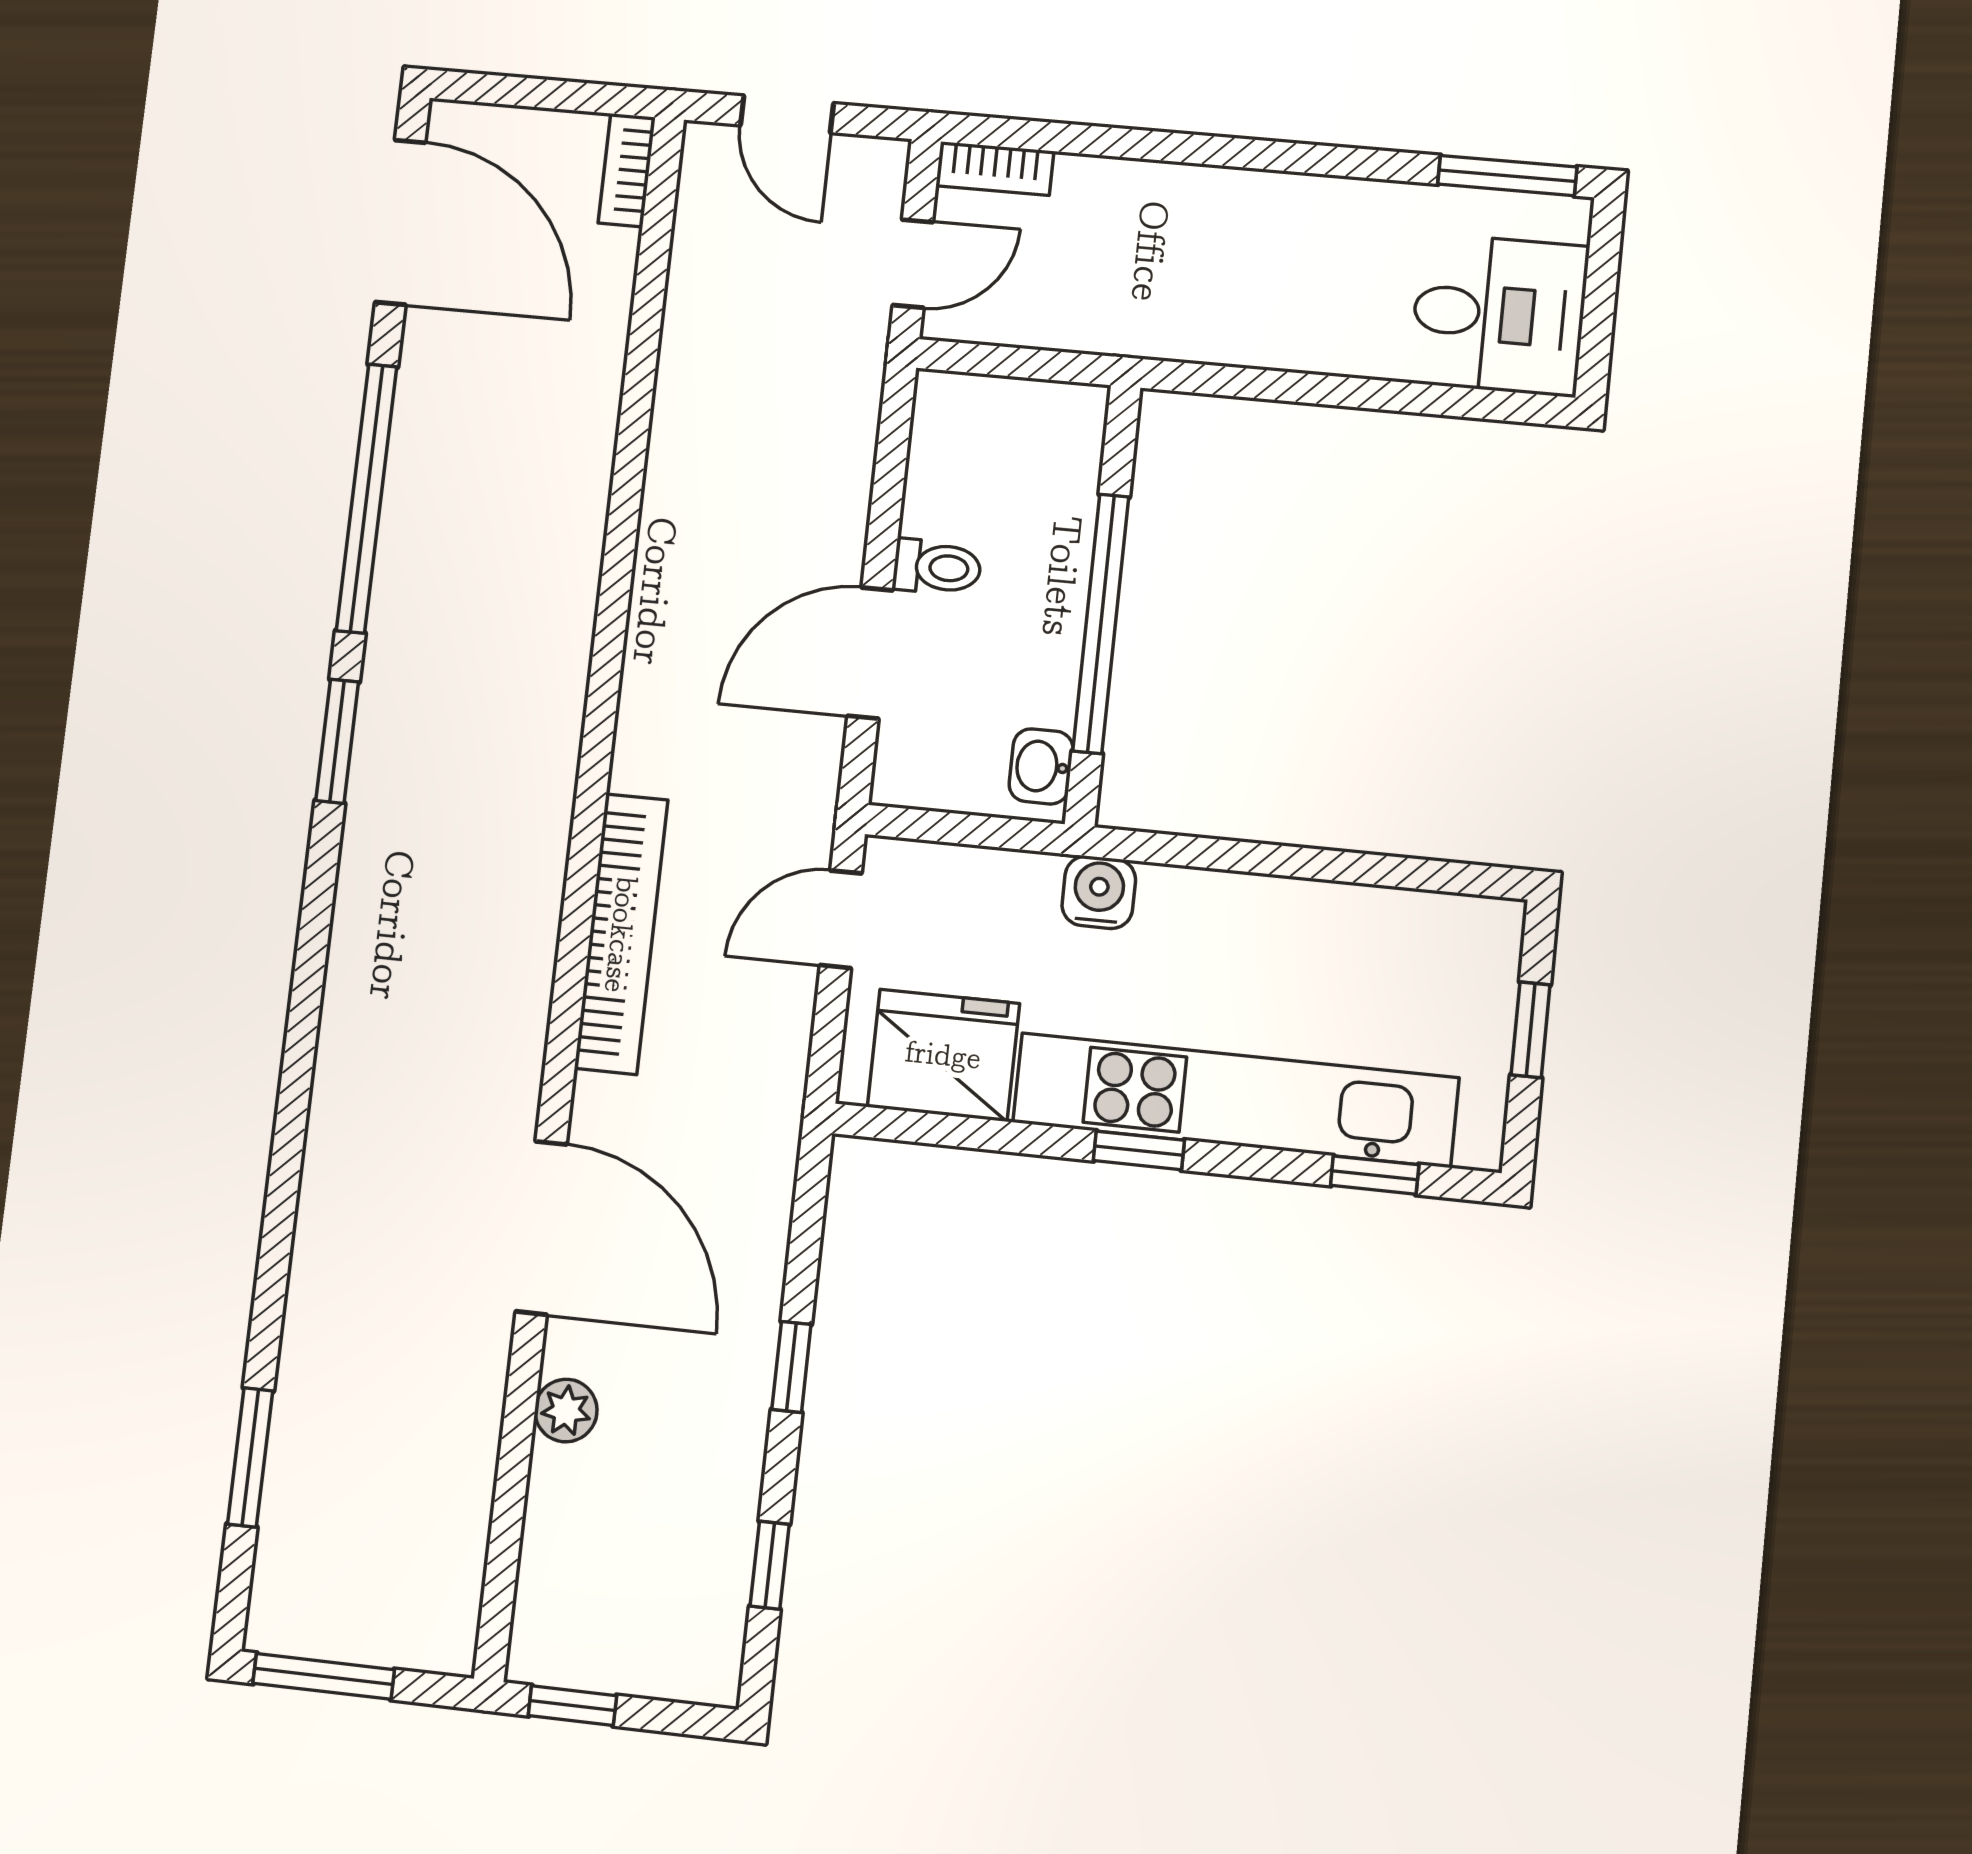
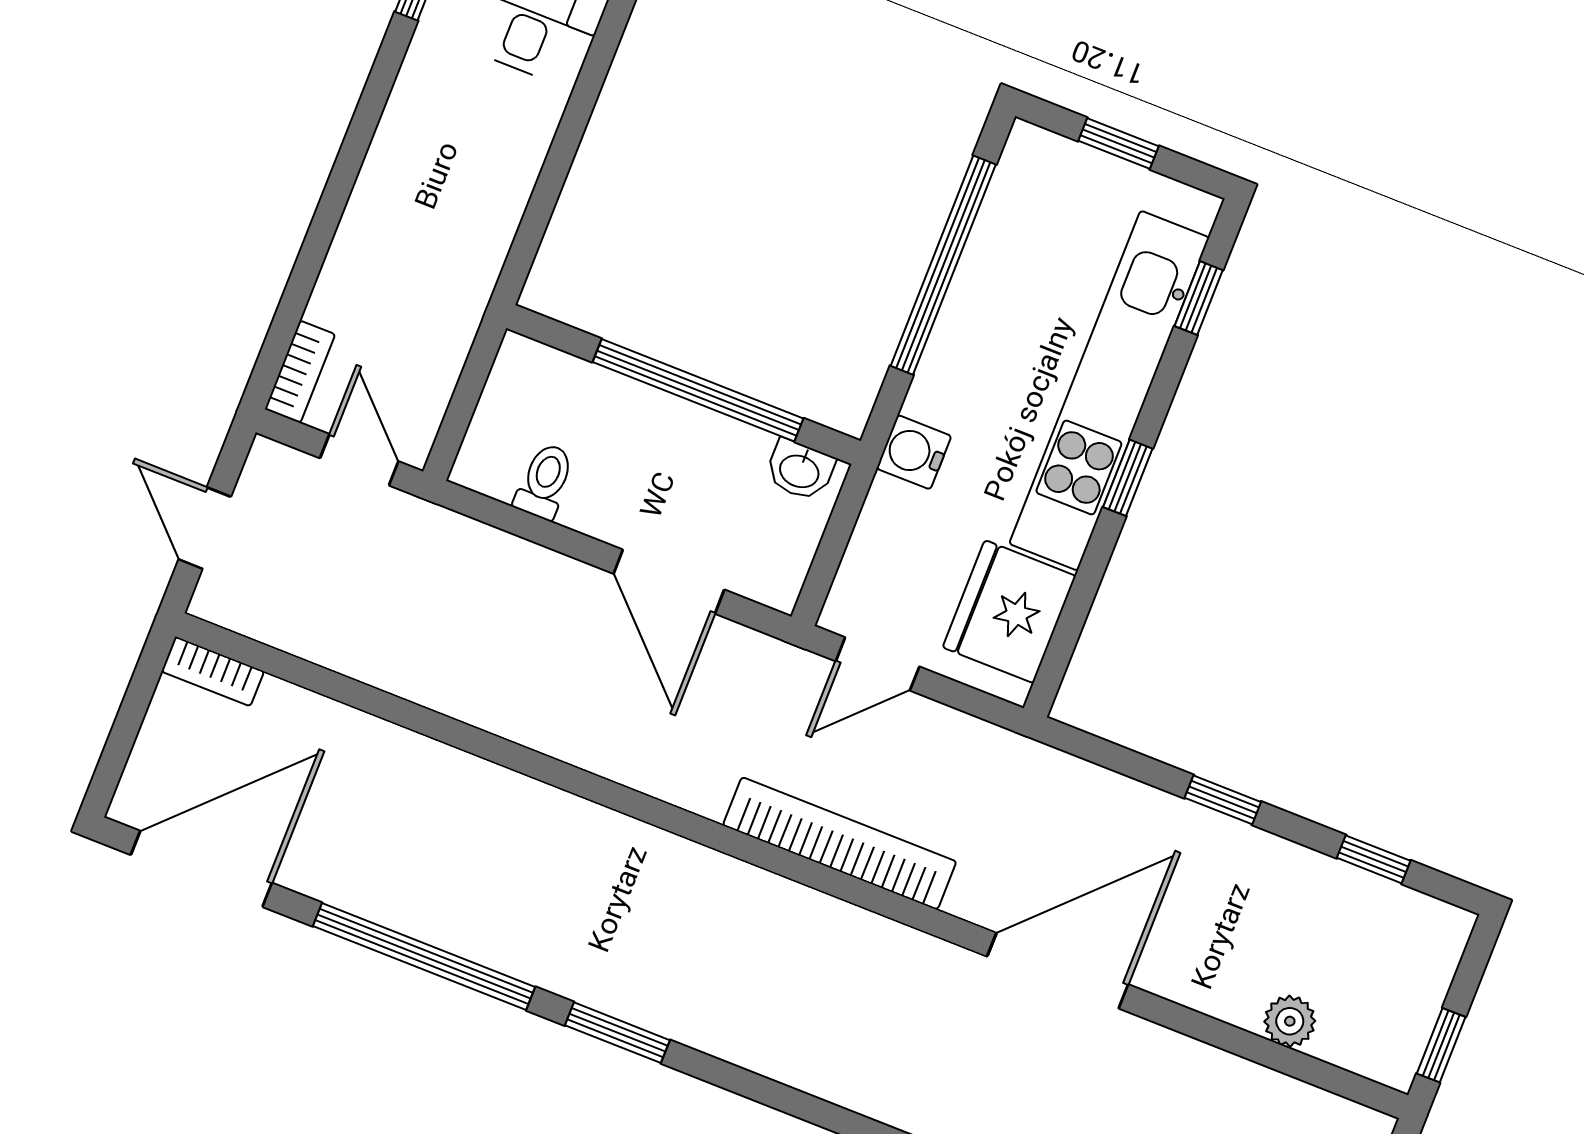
door: (787, 114) -> (205, 528), swing flipped
toilet: (937, 567) -> (545, 481), moved
window: (1328, 865) -> (943, 265), added
door: (841, 919) -> (877, 664), hinge flipped
plant: (566, 1411) -> (1290, 1021), moved

